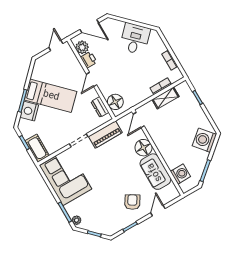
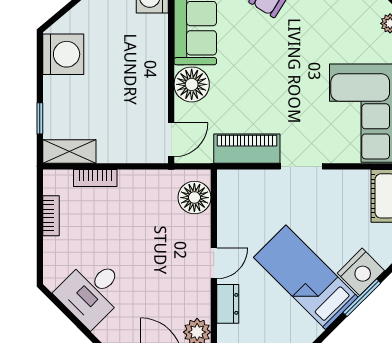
printer: (89, 60) -> (198, 302), removed
shelving: (165, 98) -> (69, 151), moved
dresser: (100, 107) -> (228, 304), moved
washing machine: (204, 140) -> (63, 54), moved, turned -50

